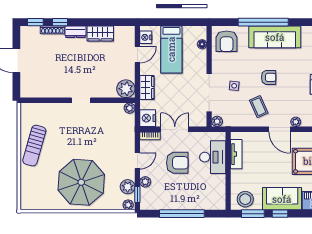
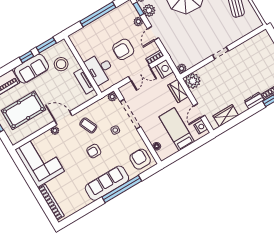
wardrobe: (100, 34) -> (226, 116), moved
stool: (245, 199) -> (61, 64), moved

